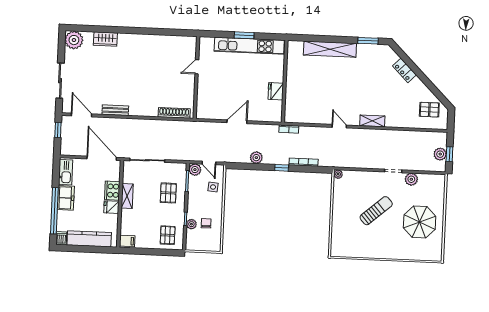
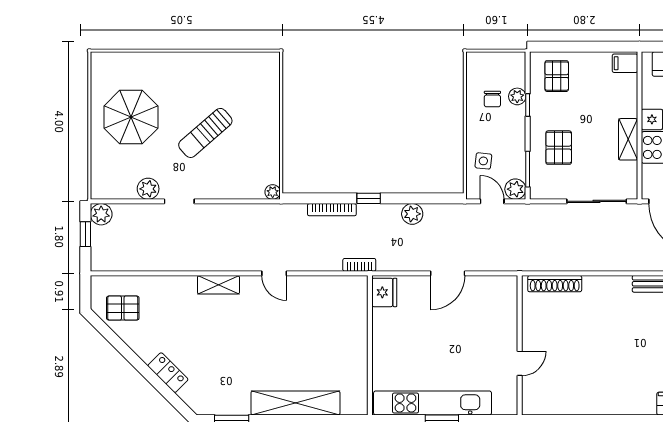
fridge: (276, 91) -> (384, 292), moved
plant: (440, 154) -> (101, 214), moved

